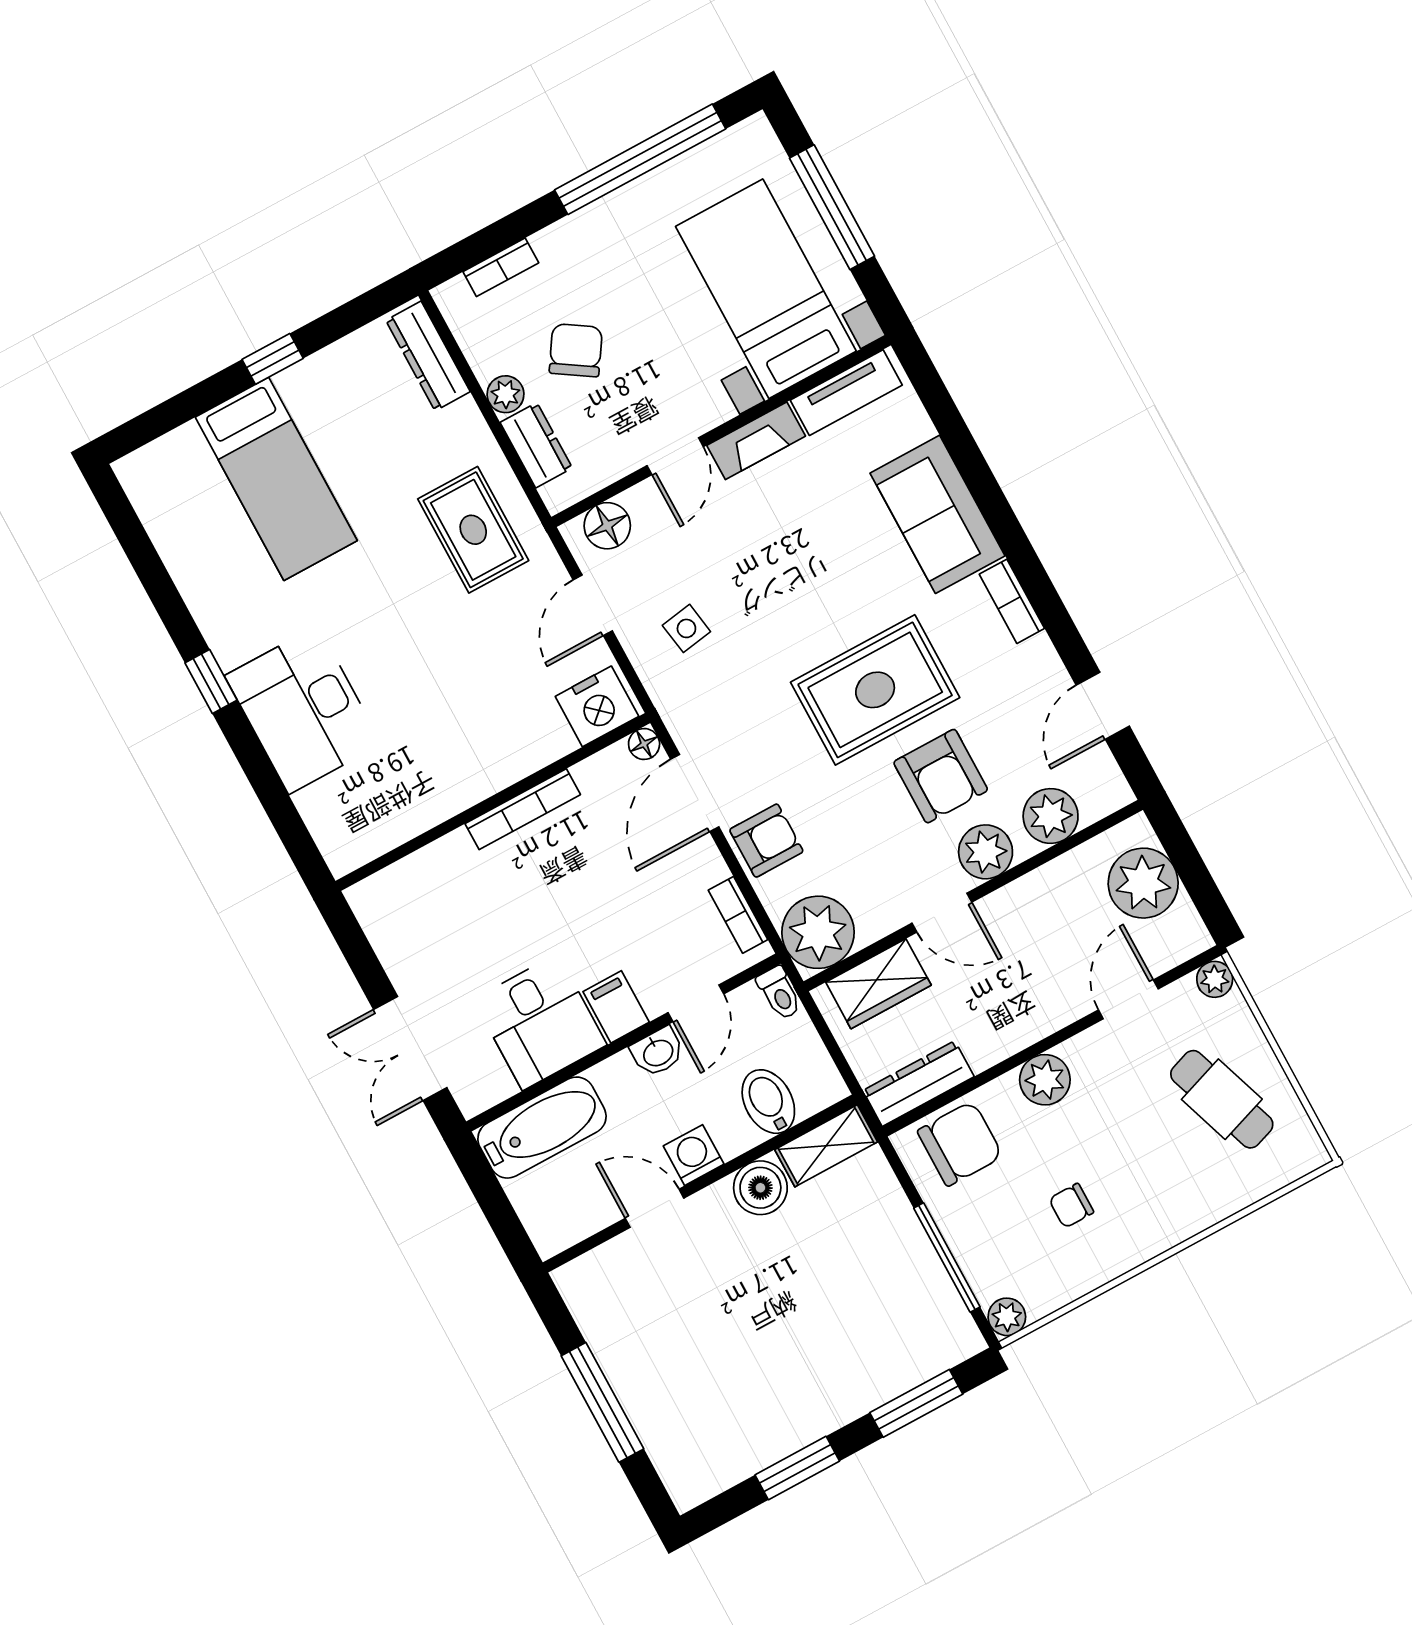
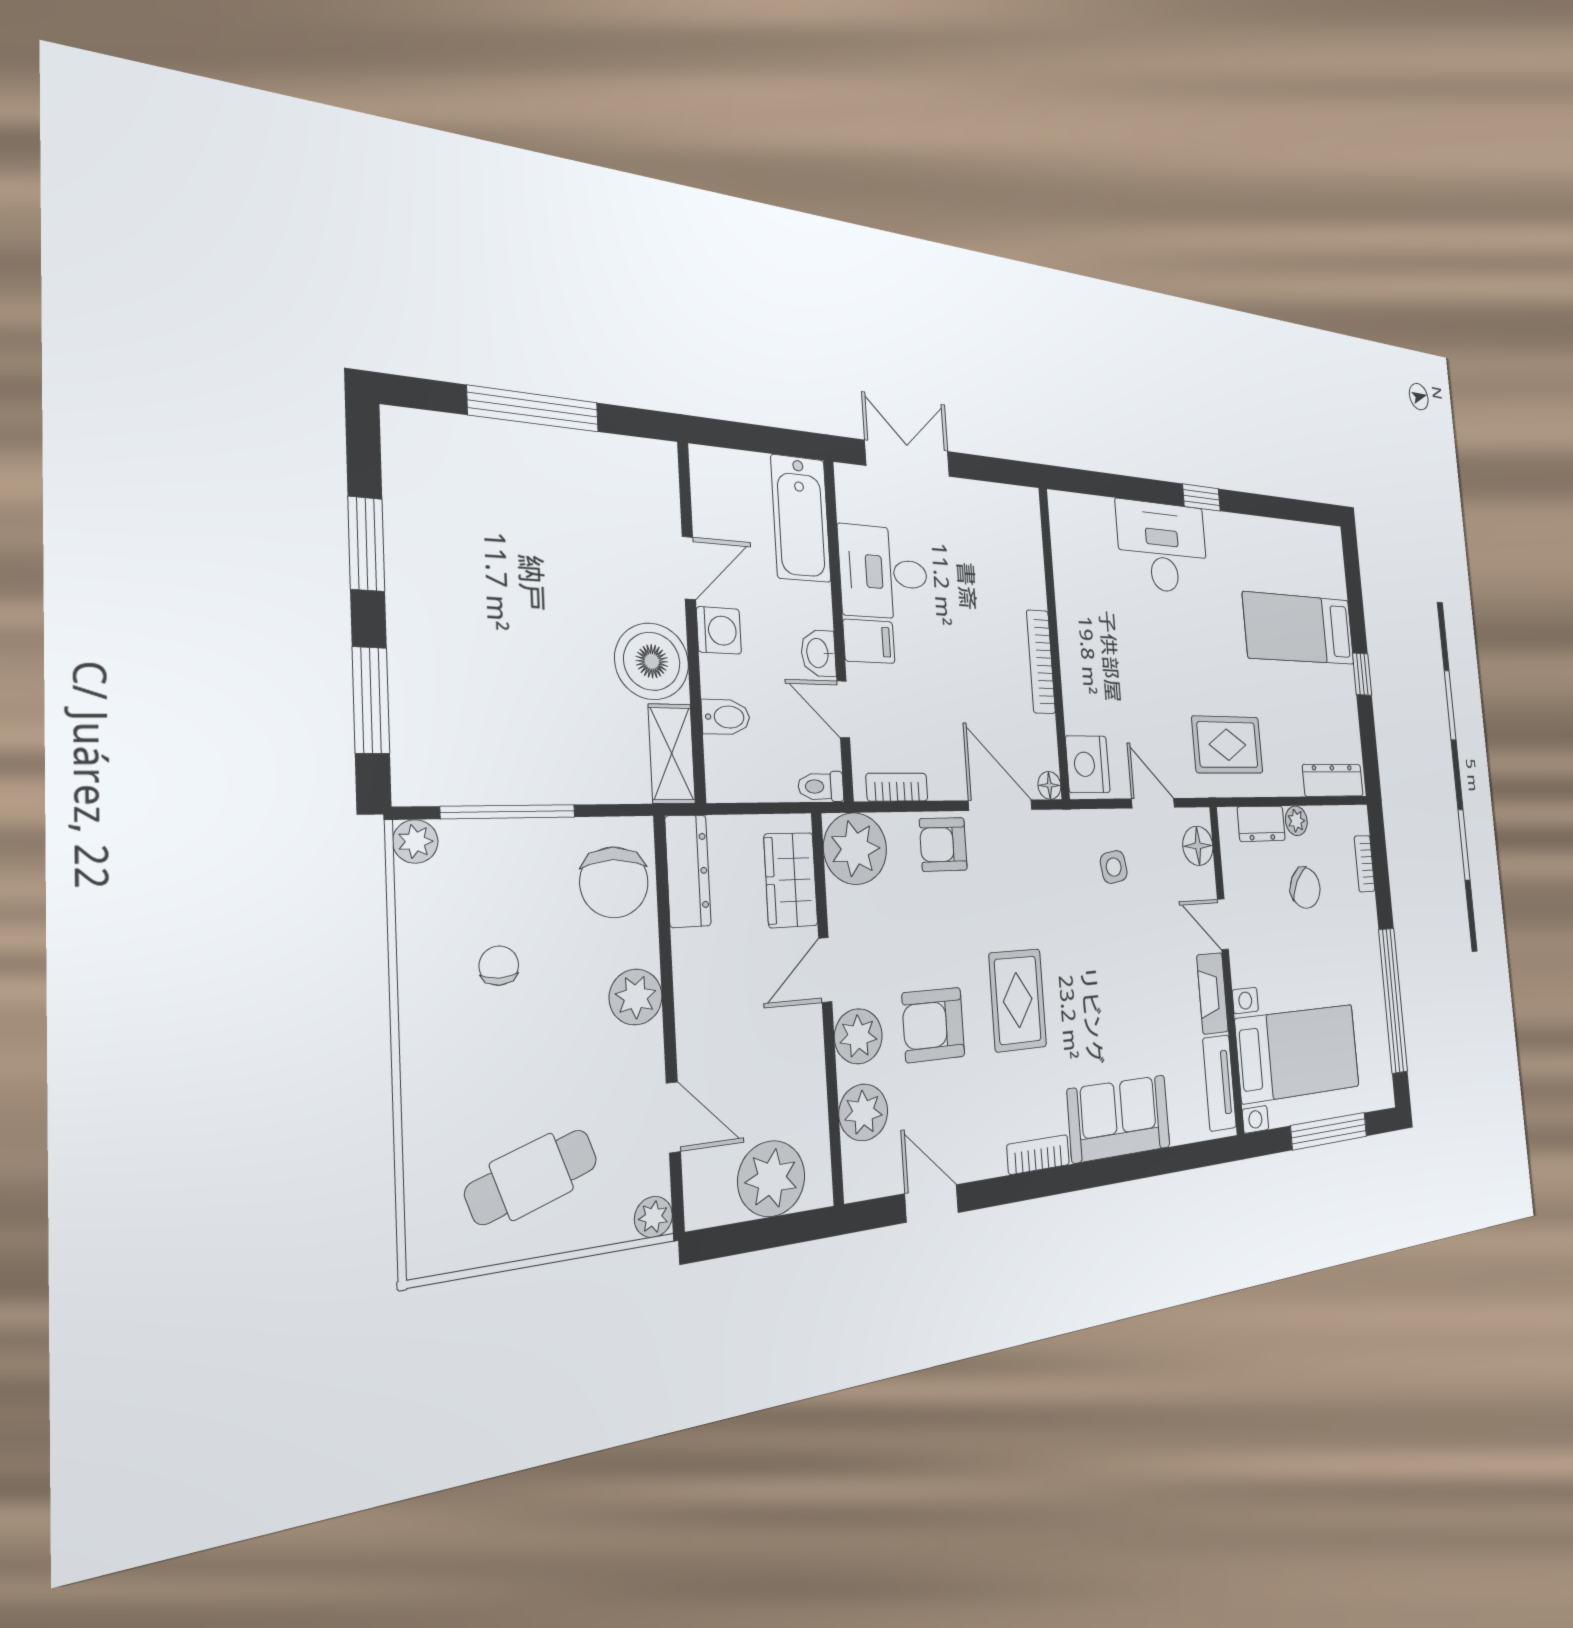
rug: (875, 690) -> (1018, 1000), width x0.73, depth x0.70
armchair: (766, 841) -> (943, 844), turned 90
bidet: (768, 1102) -> (726, 717), width x0.72, depth x0.74
boiler: (760, 1188) -> (652, 661), width x1.37, depth x1.37

